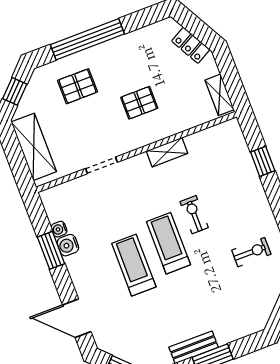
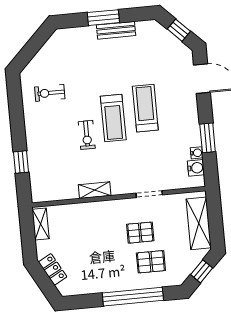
pallet: (139, 103) -> (140, 233), moved
water cooler: (68, 245) -> (196, 168), moved
treadmill: (134, 265) -> (145, 108), turned 180

